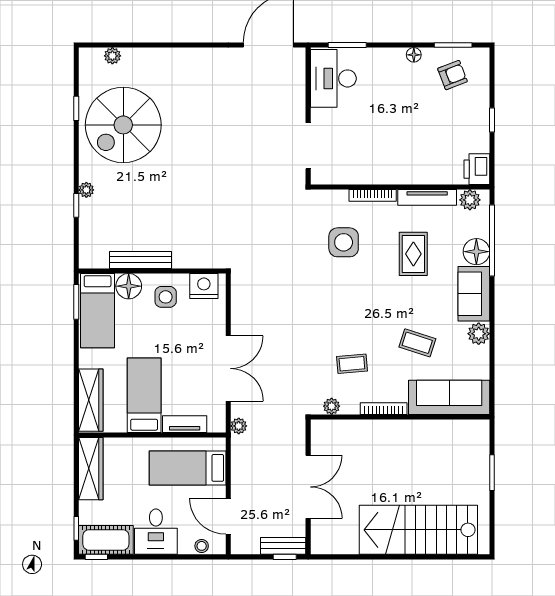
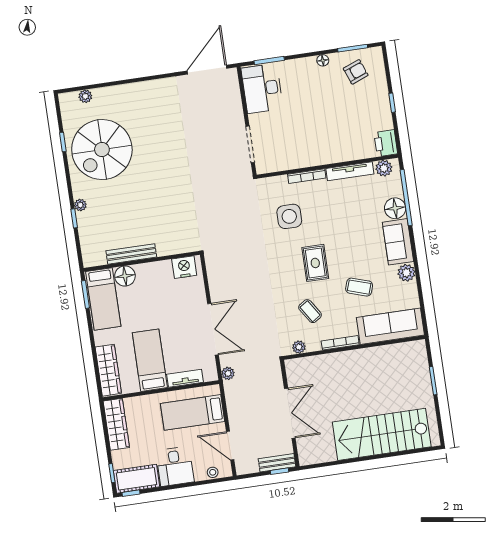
rug: (413, 254) -> (315, 263), moved
side table: (166, 297) -> (155, 280), removed
coffee table: (352, 364) -> (310, 311), turned 62

